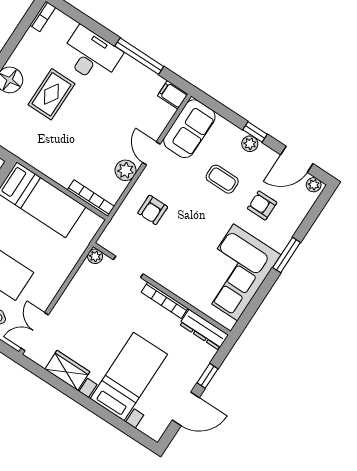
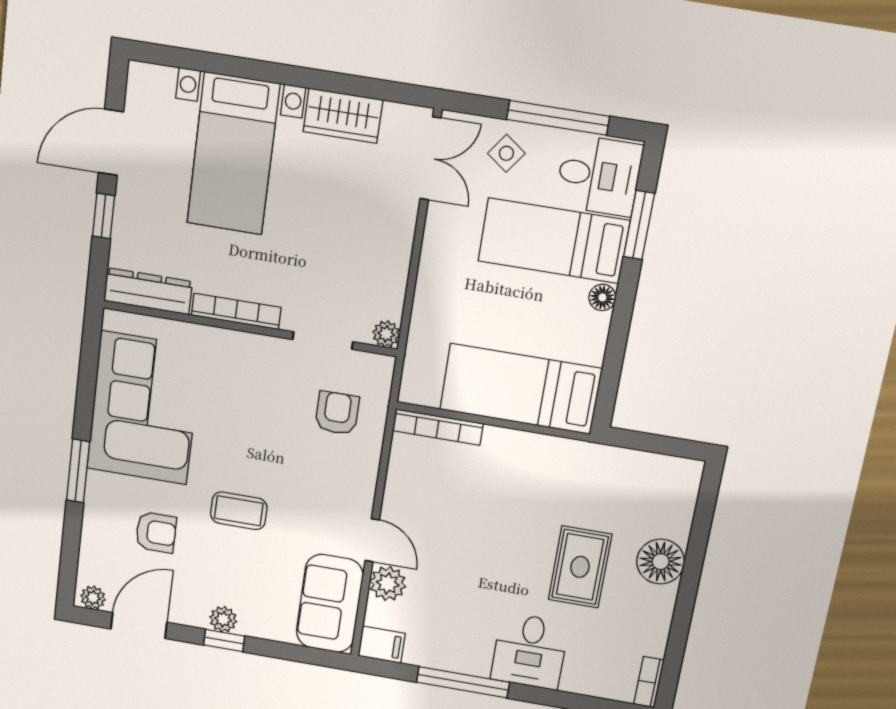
desk: (91, 55) -> (530, 651), width x0.73
plant: (126, 170) -> (388, 584), moved
coffee table: (222, 179) -> (239, 511), moved
armchair: (153, 210) -> (337, 413), moved

